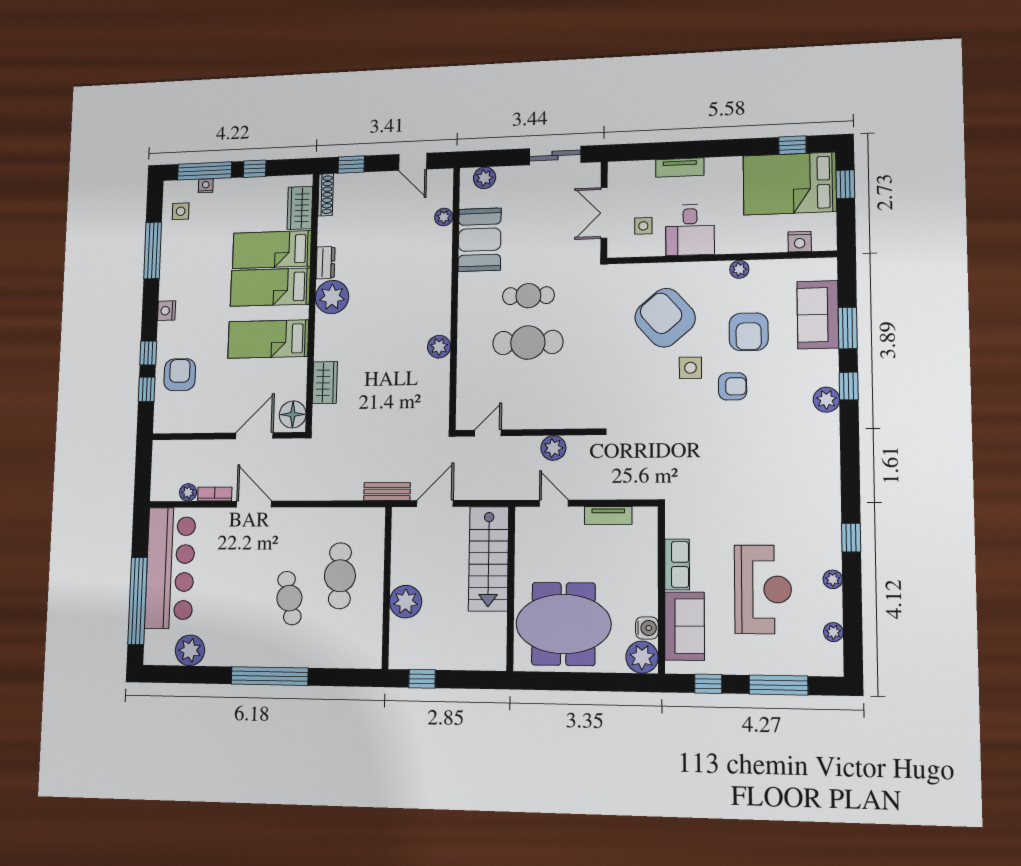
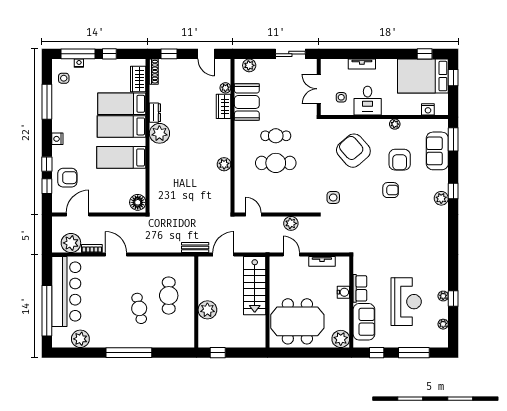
window: (848, 328) -> (453, 139), moved
side table: (690, 368) -> (333, 197), moved
armchair: (180, 375) -> (67, 178), turned 90
wardrobe: (325, 383) -> (224, 106), moved, turned 180
door: (488, 433) -> (253, 215), hinge flipped
door: (254, 436) -> (78, 215), moved
plant: (188, 492) -> (71, 243), width x1.88, depth x1.88
window: (851, 538) -> (453, 299), moved
water cooler: (647, 628) -> (343, 292), moved

